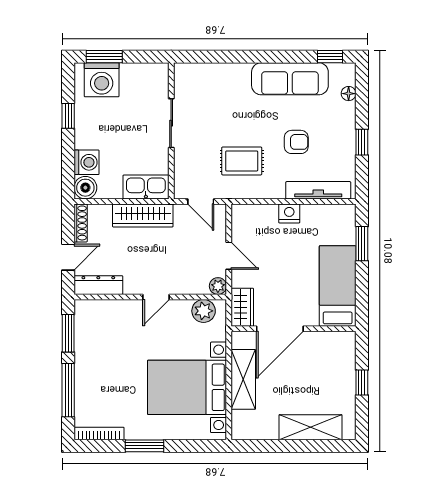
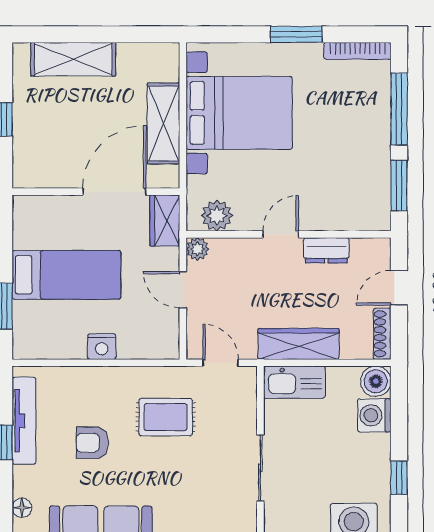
tv unit: (318, 190) -> (24, 421), moved, turned -90
dresser: (98, 285) -> (326, 250), moved, width x0.70
bed: (338, 286) -> (67, 275), moved, turned -90

